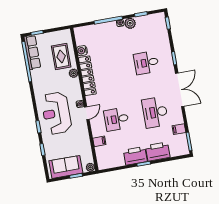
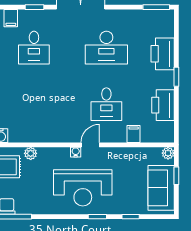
locker: (87, 76) -> (38, 134), removed
door: (87, 113) -> (90, 145), hinge flipped
filing cabinet: (179, 129) -> (11, 18), moved
printer: (135, 156) -> (163, 105), moved

